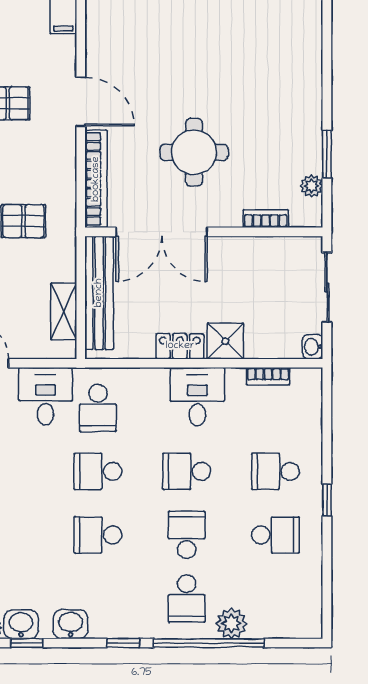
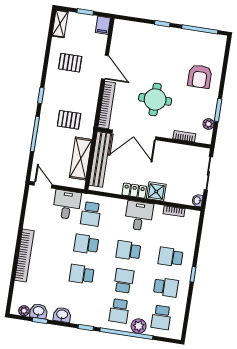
armchair: (279, 91) -> (200, 76), added
shelving: (64, 311) -> (81, 159), width x1.50, depth x1.33
school desk: (275, 598) -> (161, 317), added

